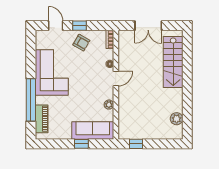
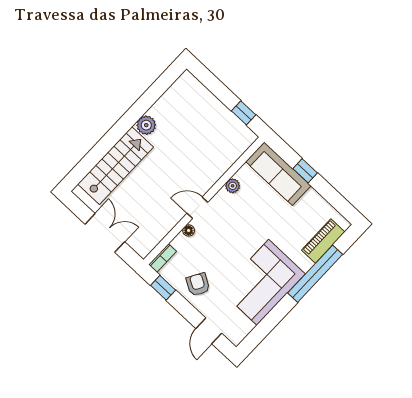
window: (80, 26) -> (163, 288), moved
plant: (177, 119) -> (146, 125), moved

